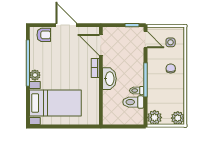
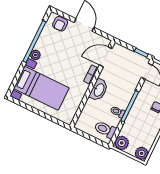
armchair: (44, 35) -> (60, 24), turned 90
door: (101, 45) -> (106, 57), hinge flipped
toilet: (133, 102) -> (105, 130), moved

